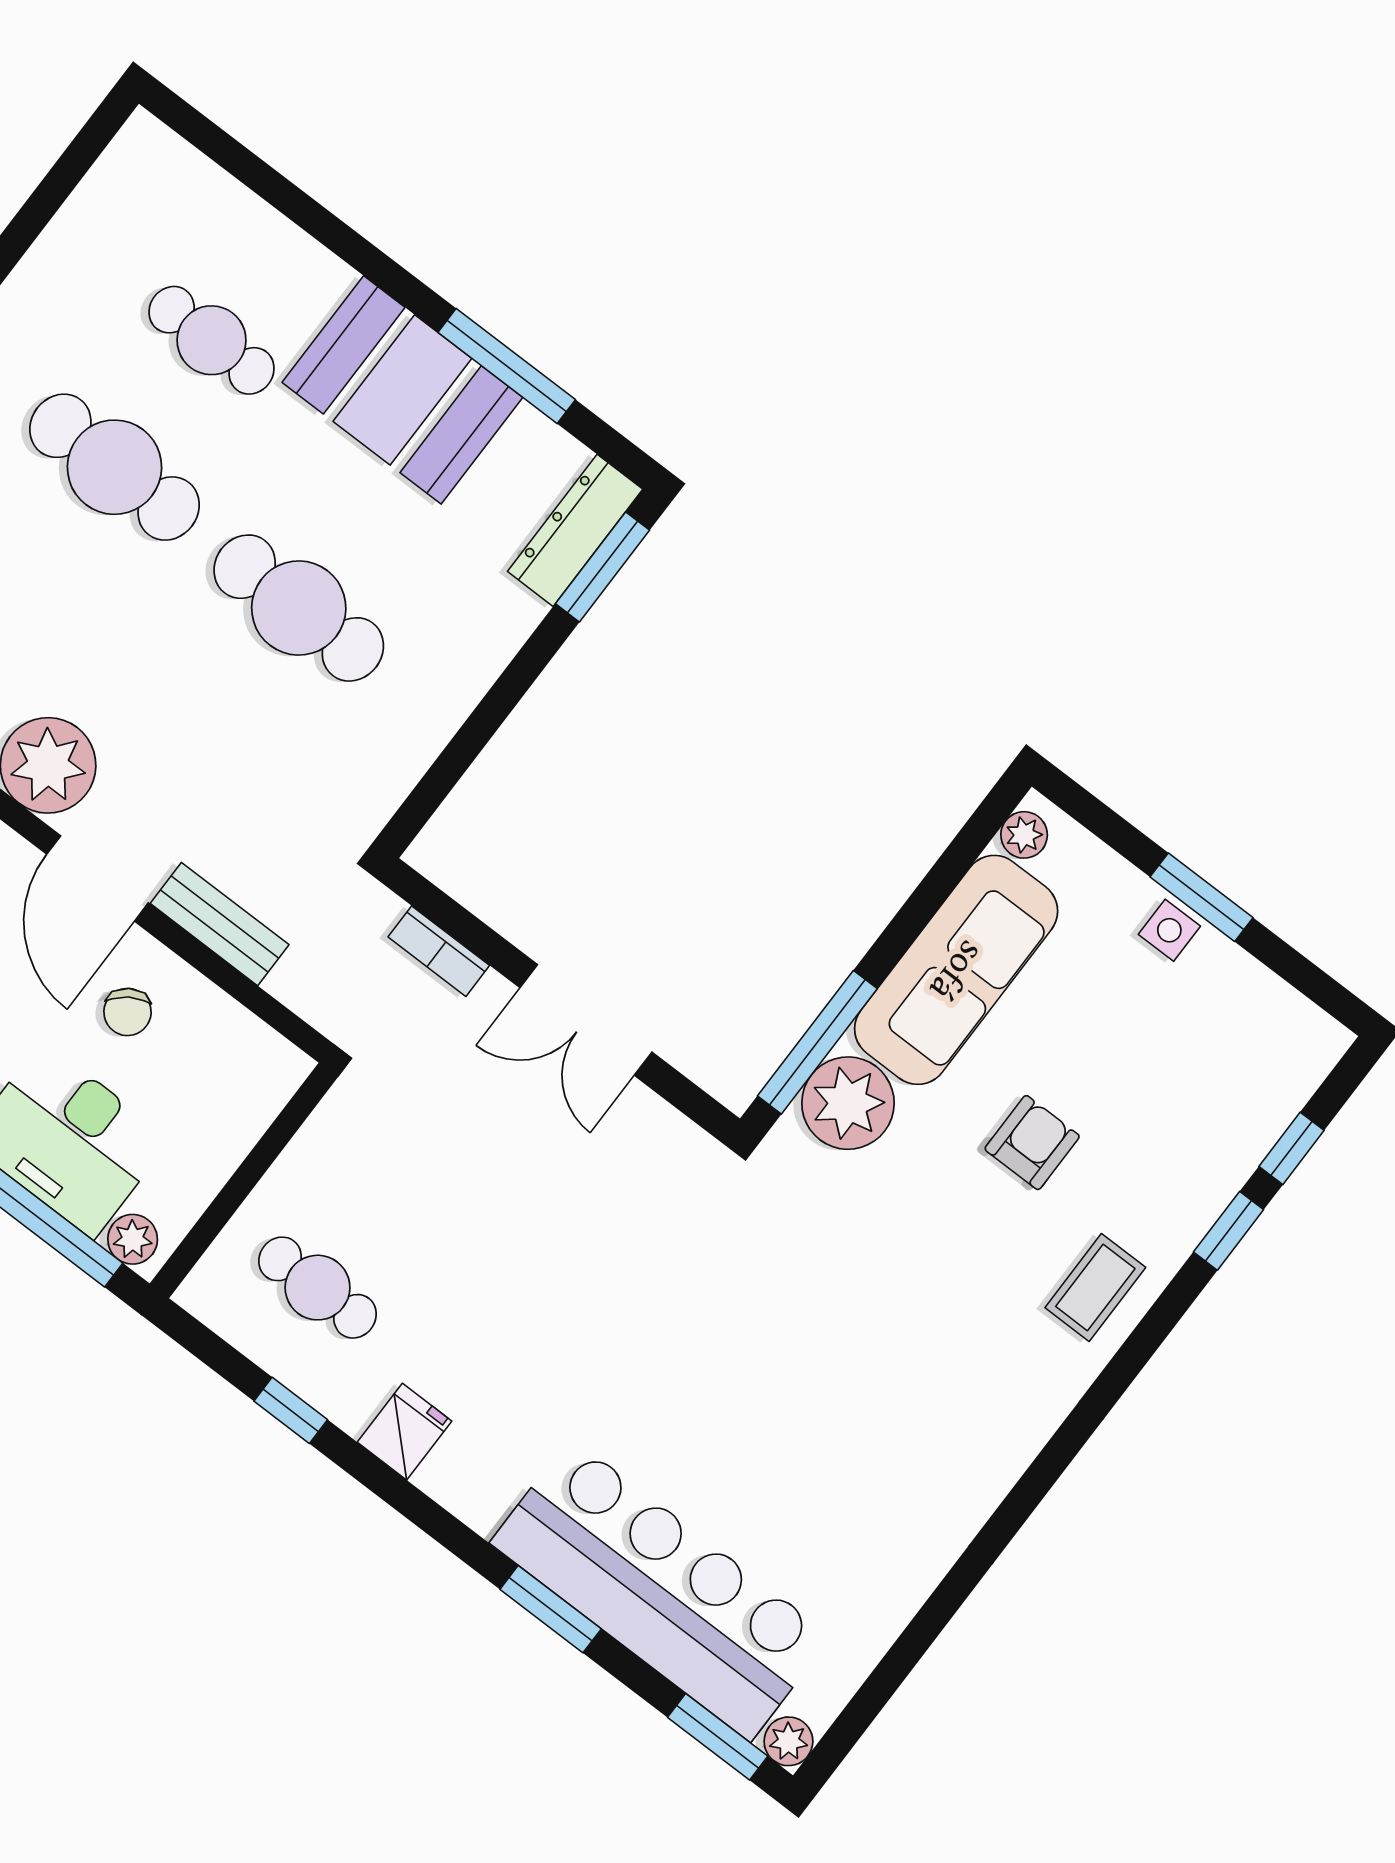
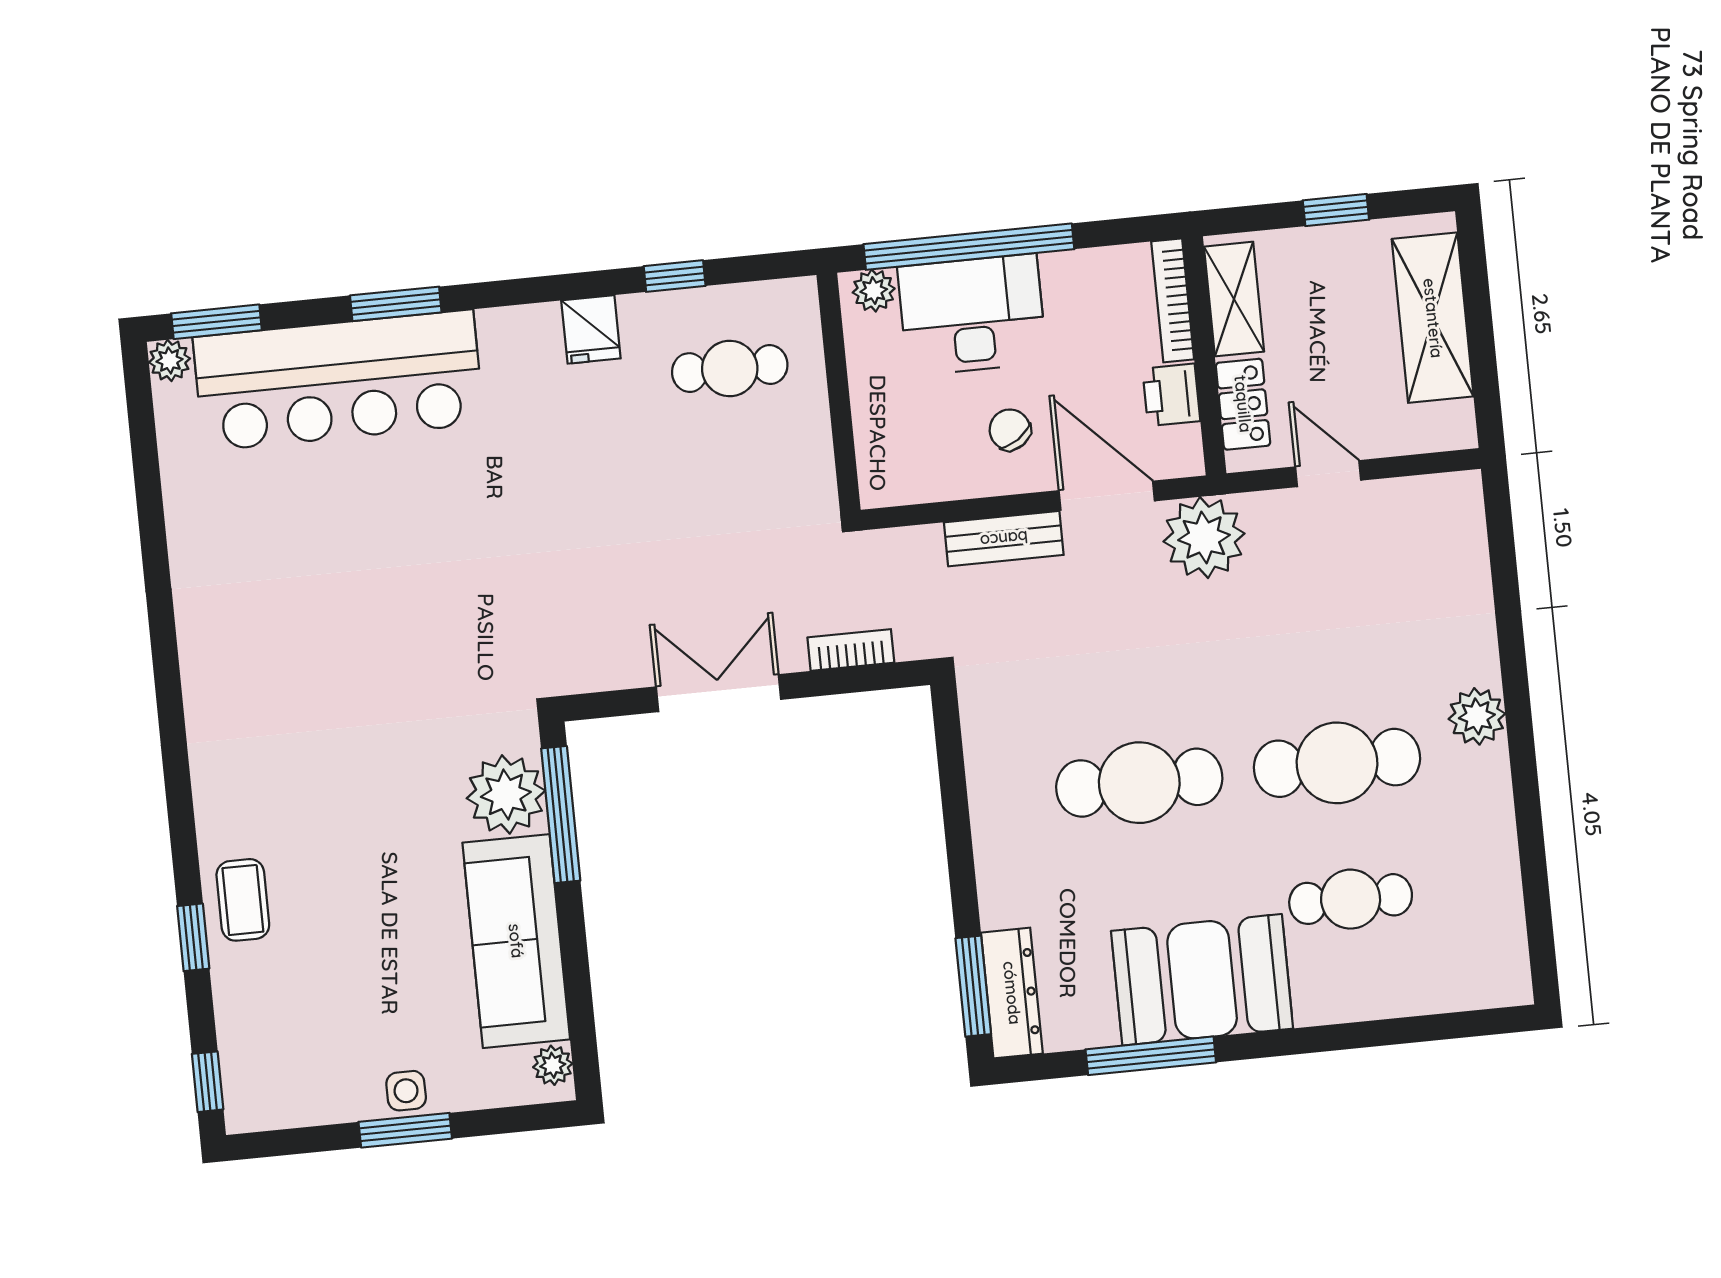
armchair: (1032, 1143) -> (368, 878), removed
window: (1291, 1148) -> (208, 1082), moved
coffee table: (1095, 1287) -> (243, 900), moved

